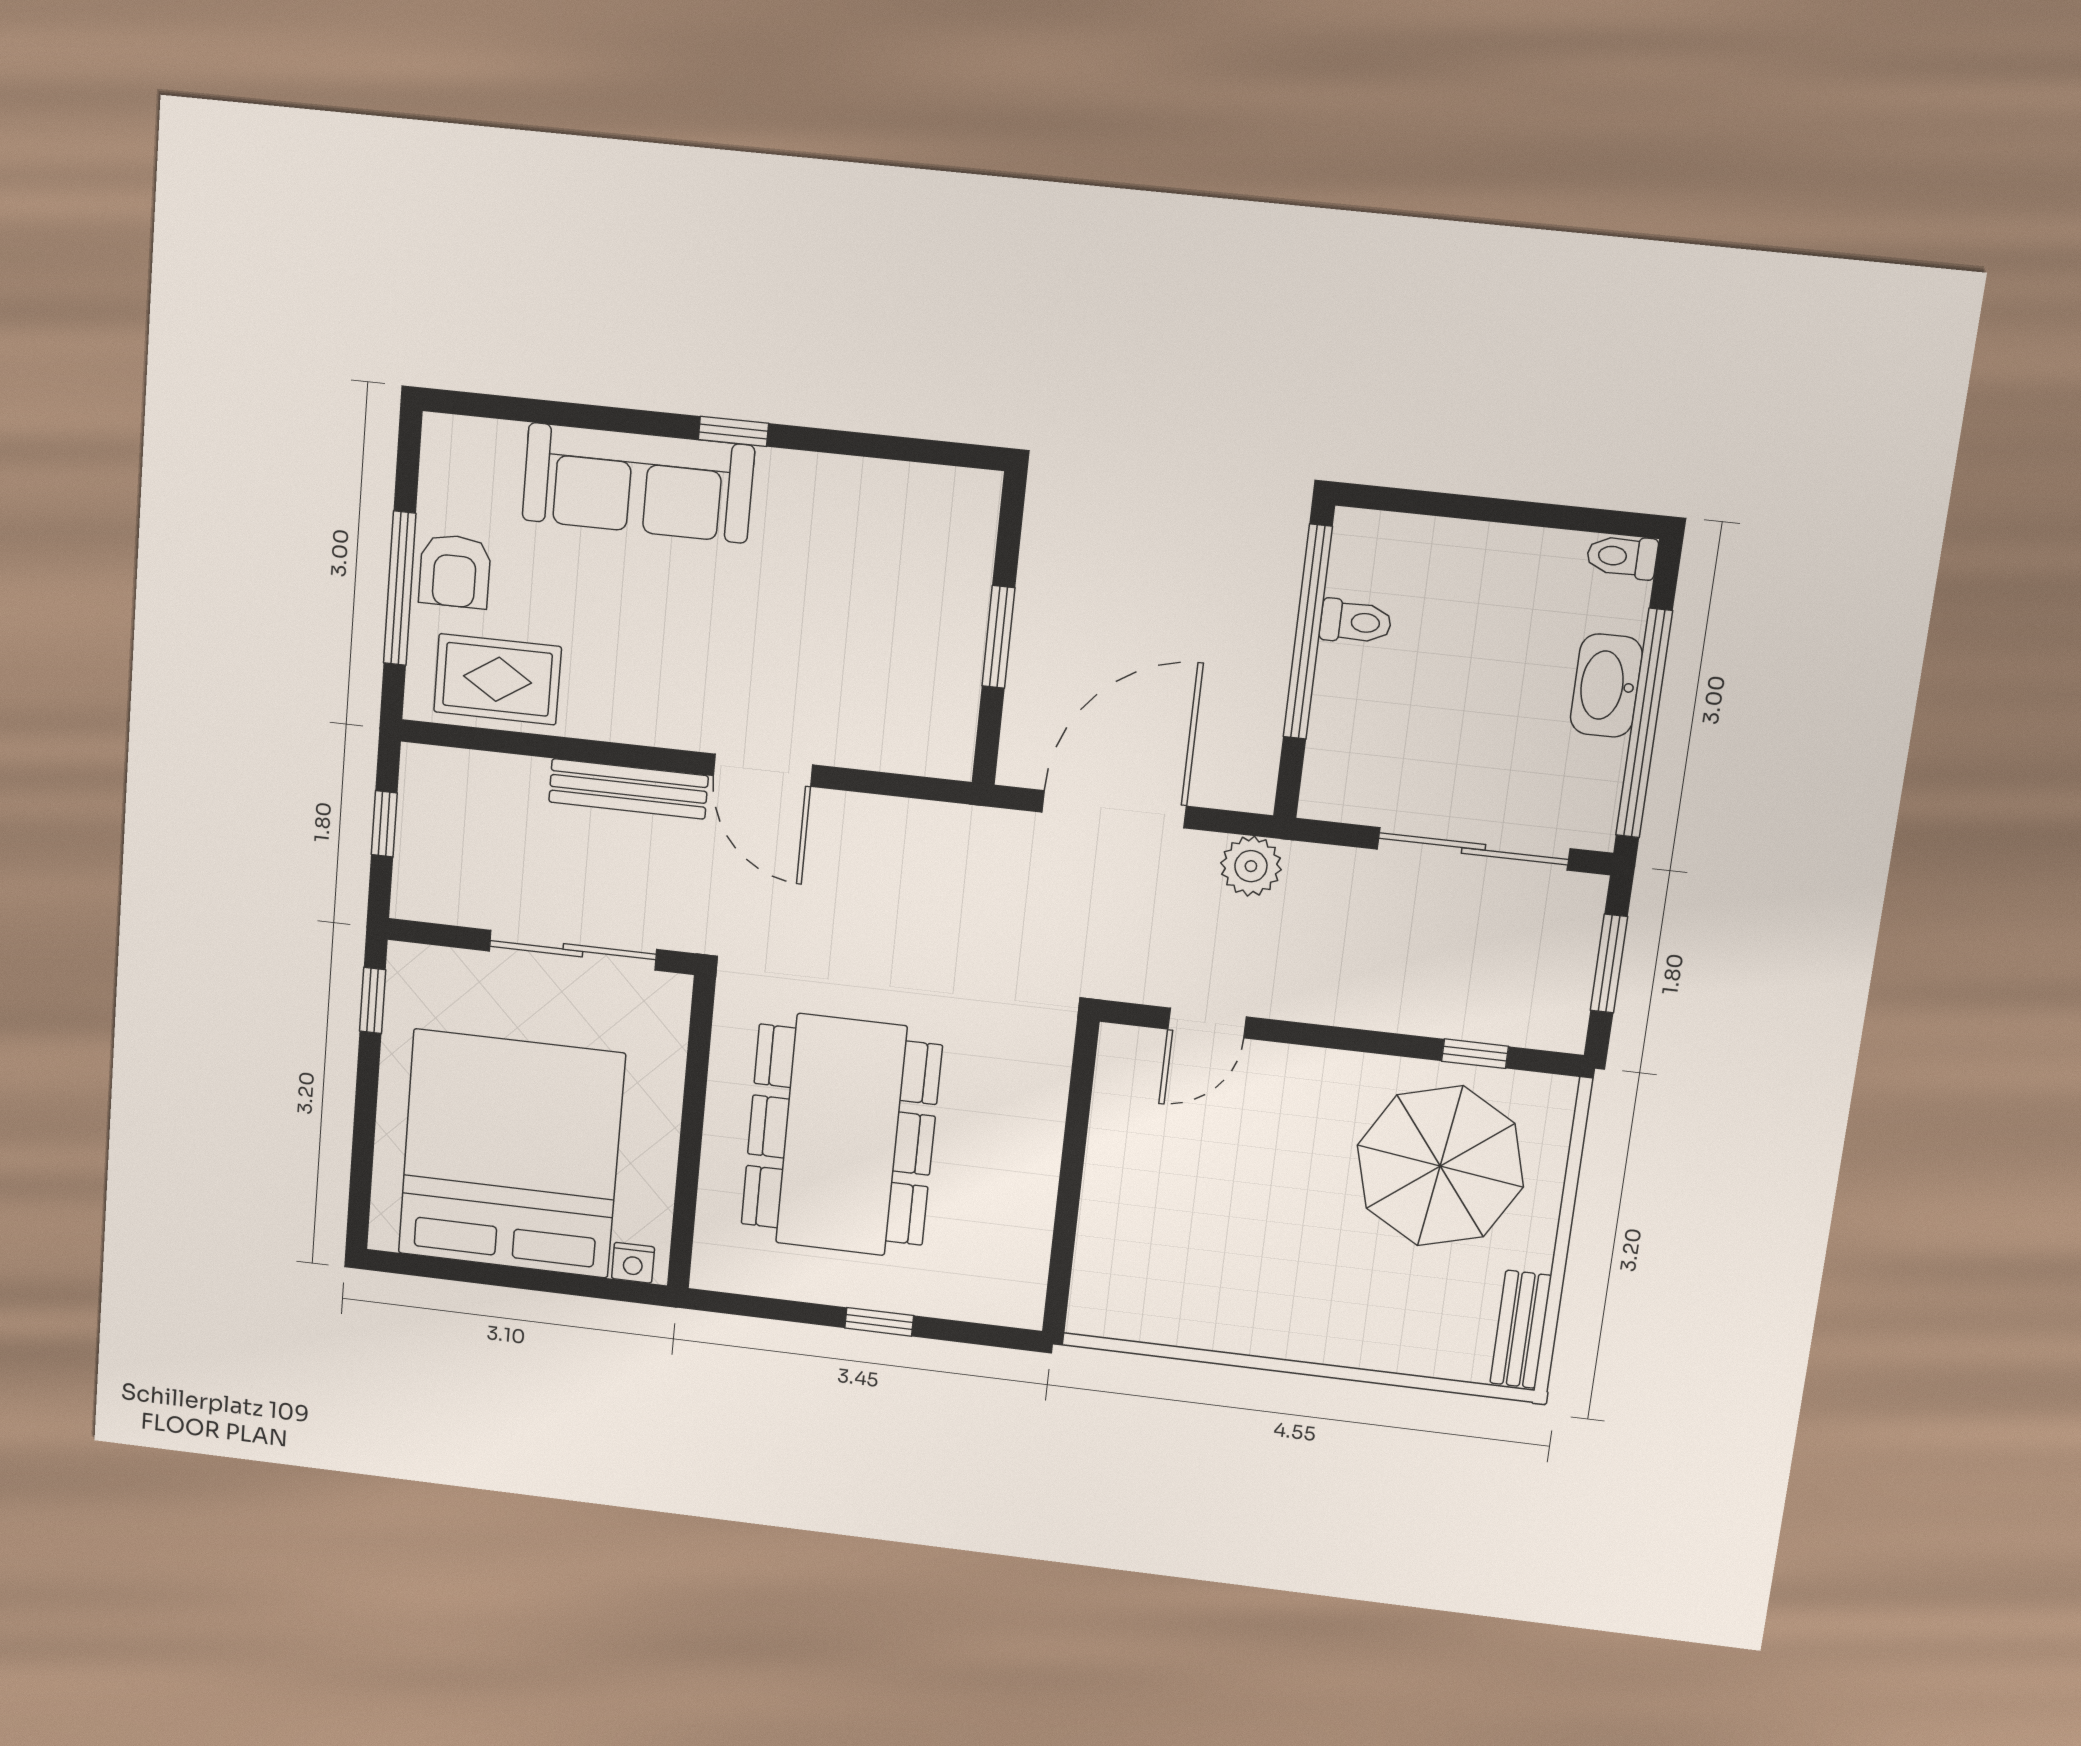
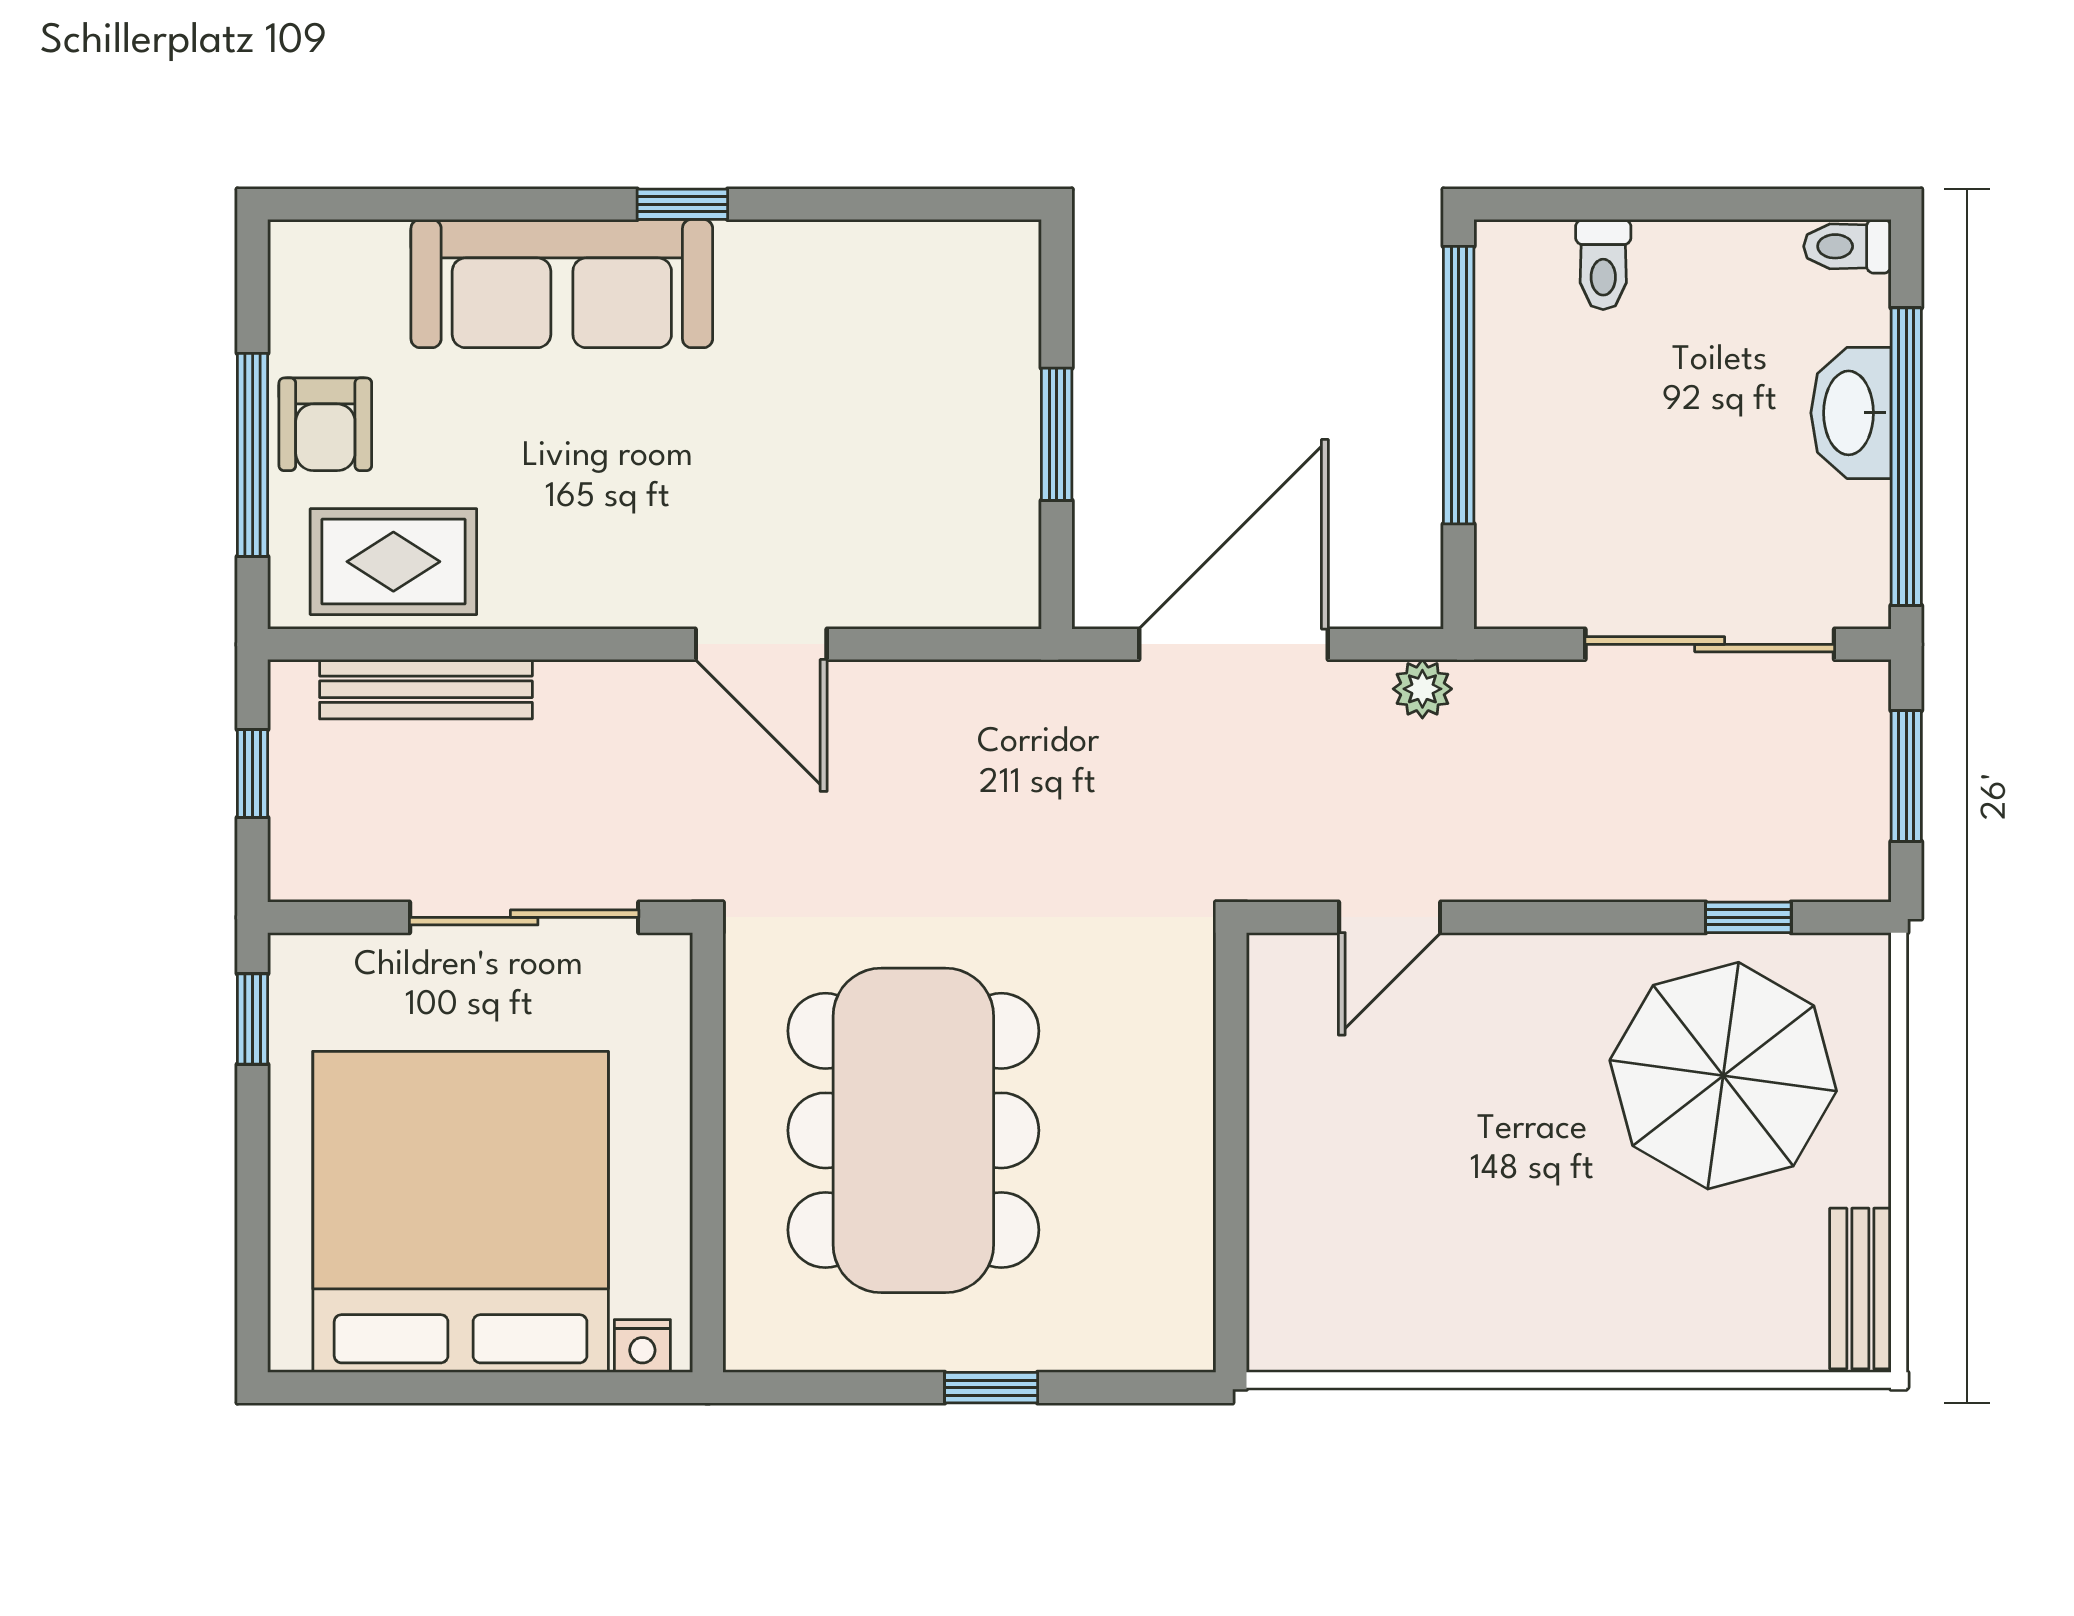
toilet: (1356, 622) -> (1603, 265), moved, turned 90
bench: (628, 789) -> (426, 689), moved
plant: (1251, 866) -> (1422, 689), width x0.73, depth x0.73

